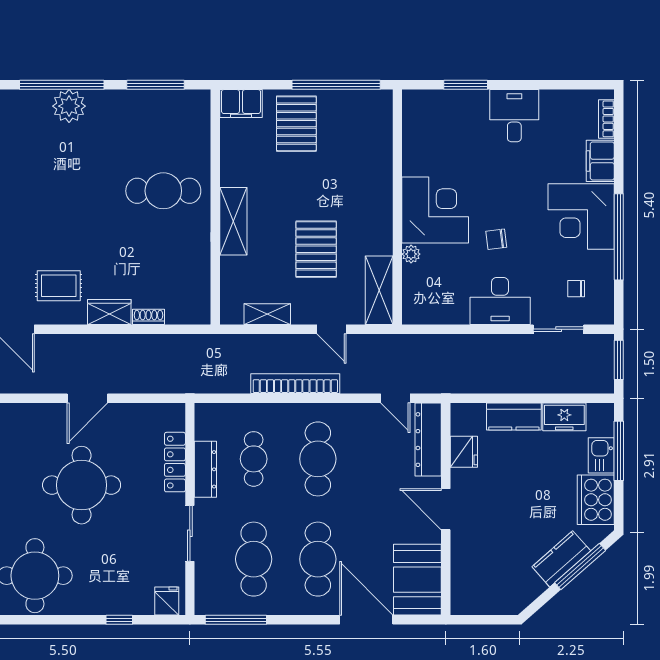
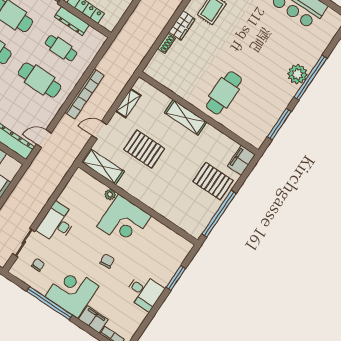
chair: (496, 239) -> (107, 261), moved

